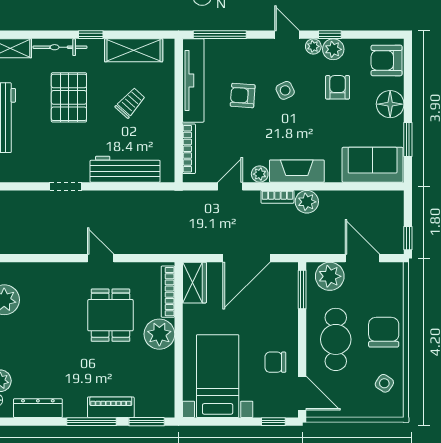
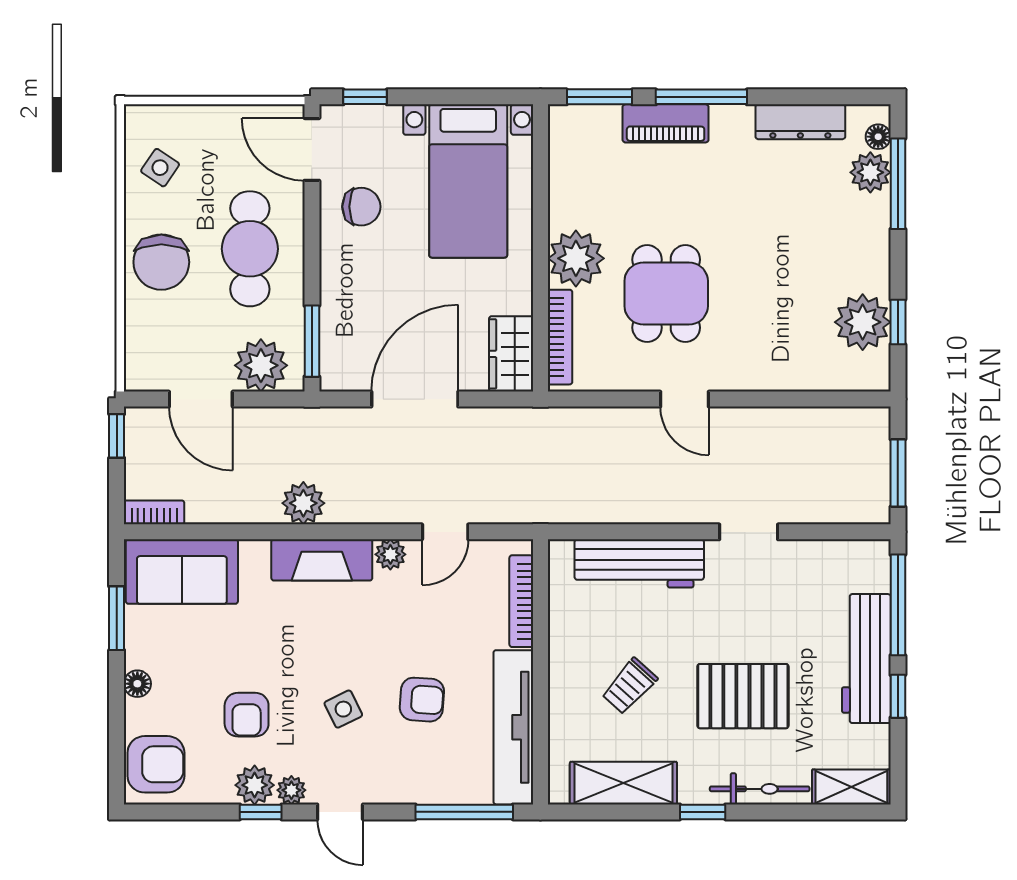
pallet: (69, 97) -> (743, 696), turned 90
floor lamp: (390, 104) -> (137, 684), width x0.53, depth x0.53
bookcase: (277, 197) -> (154, 512), moved

